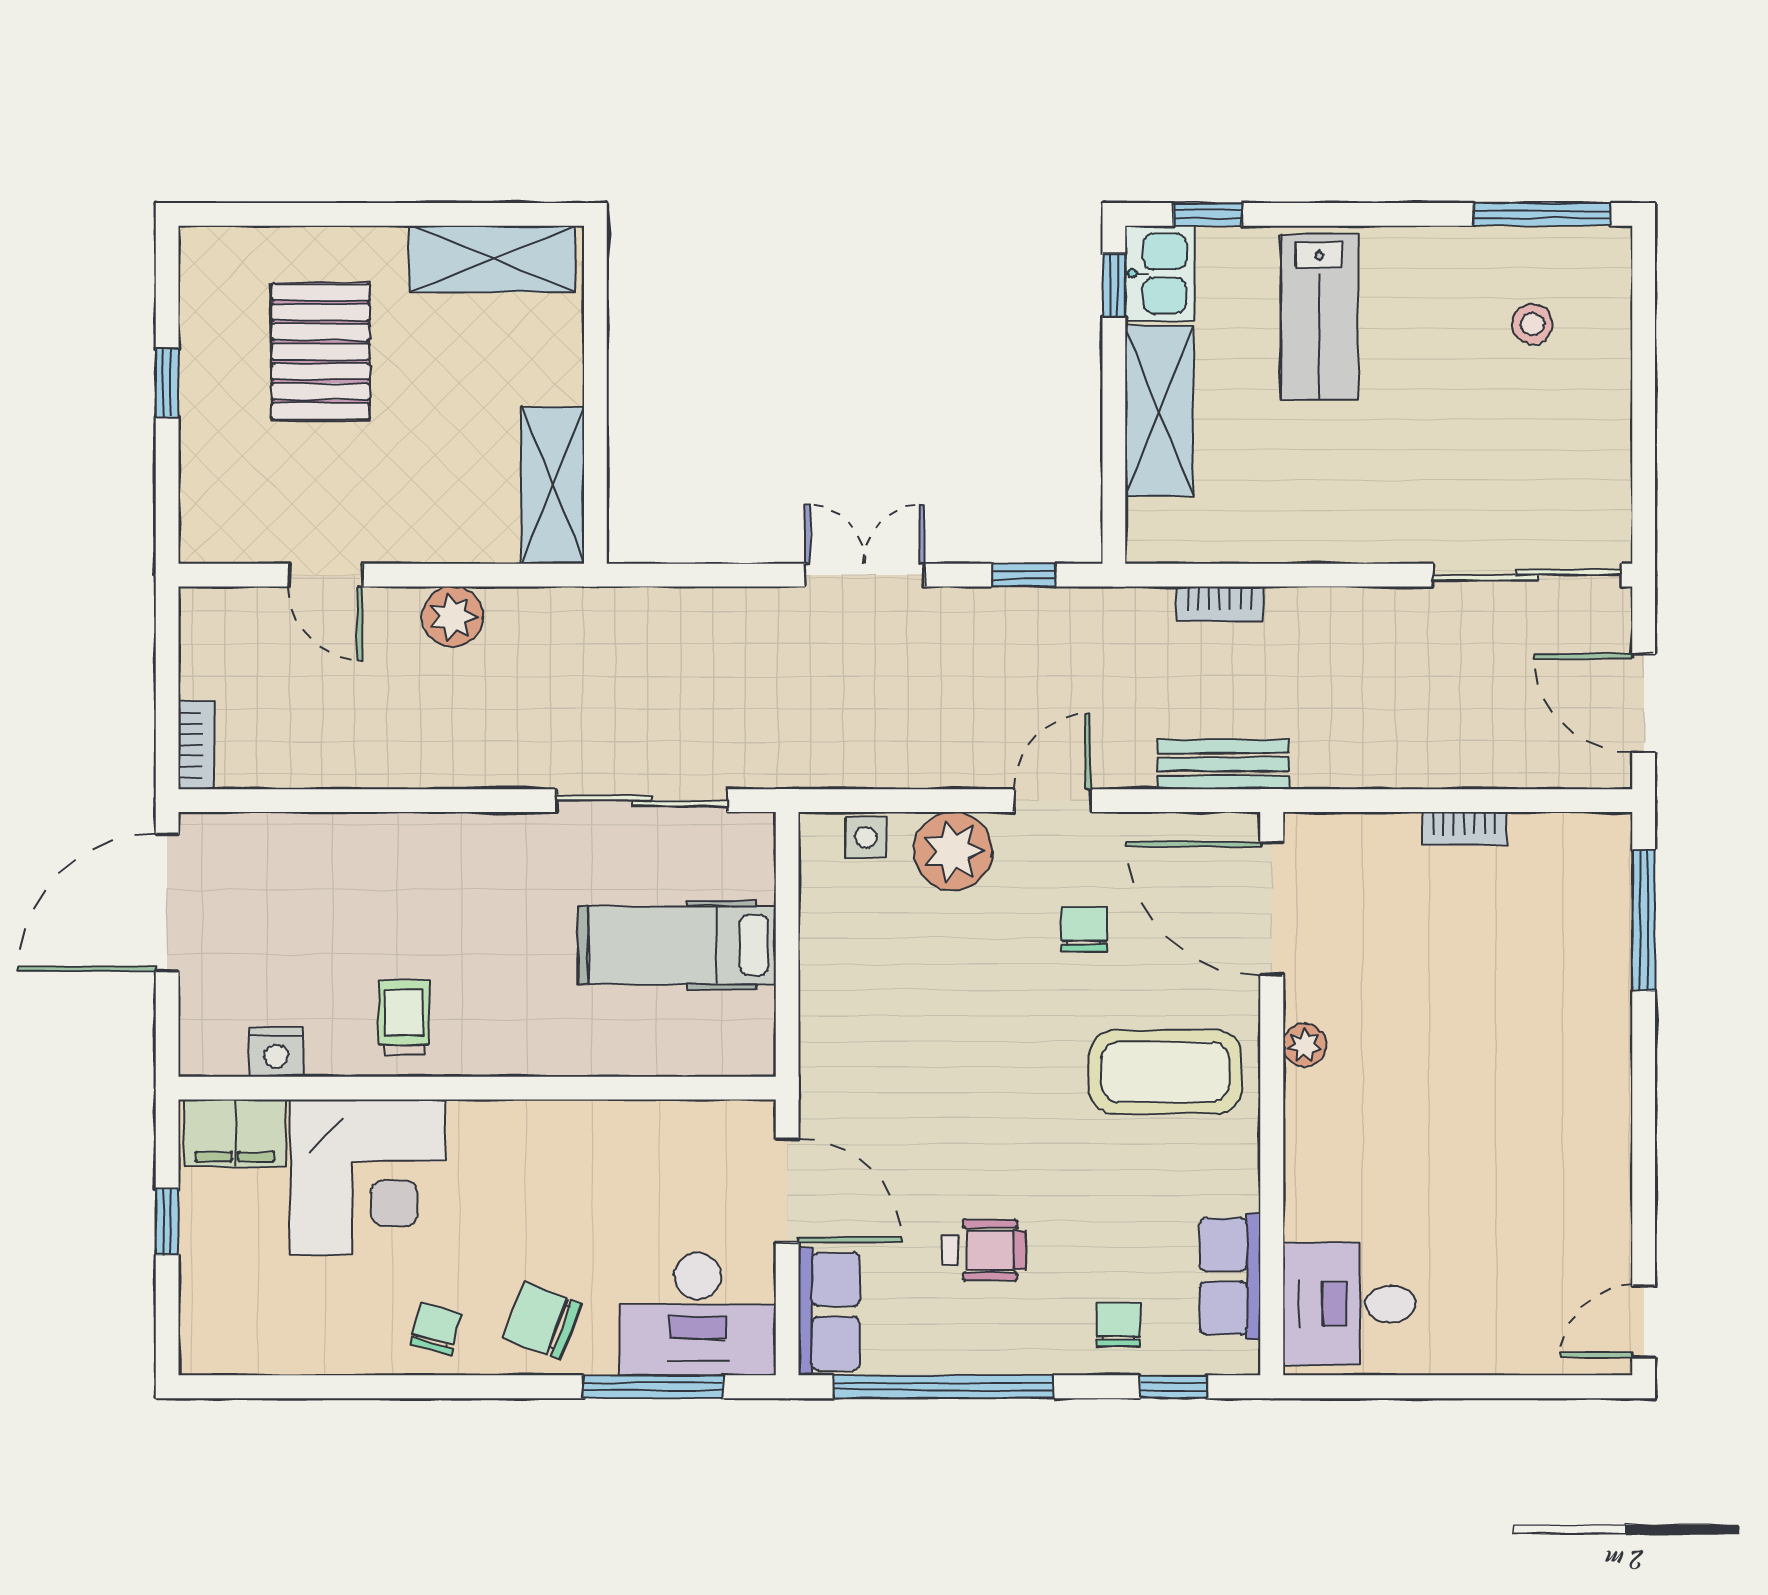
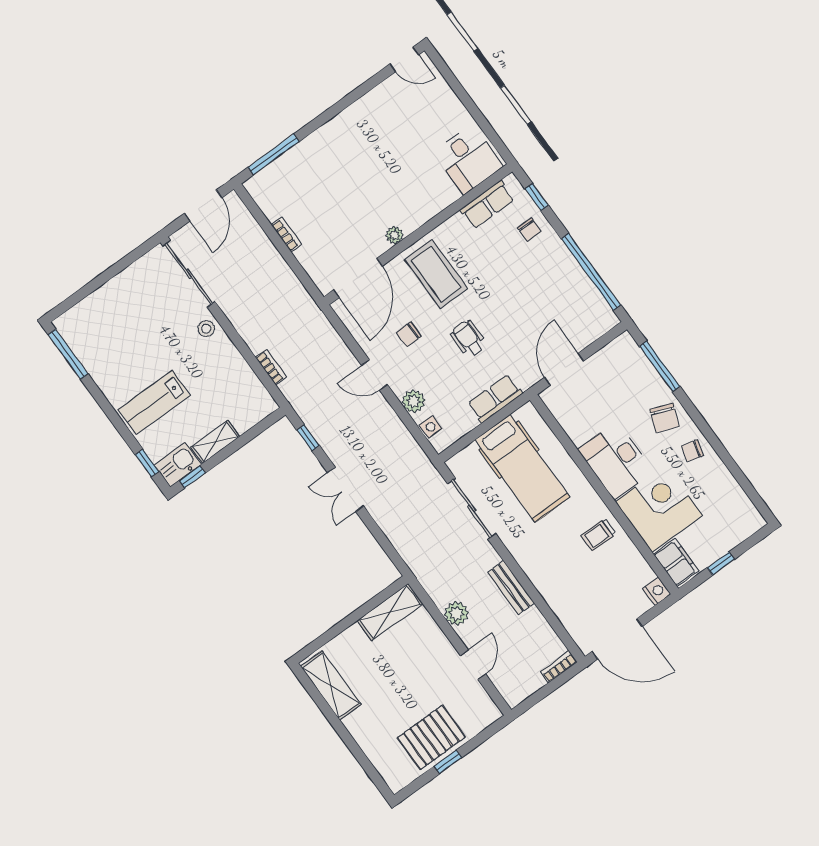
lab bench: (1319, 317) -> (154, 402), turned 180
stool: (1532, 324) -> (206, 329), moved
pallet: (321, 352) -> (431, 737), moved
shelving: (1159, 411) -> (215, 442), width x0.67, depth x0.75
bench: (1224, 764) -> (511, 588), moved
plant: (953, 851) -> (414, 401), width x0.73, depth x0.73
hospital bed: (677, 945) -> (522, 468), width x1.37, depth x1.29
nightstand: (276, 1052) -> (657, 591), moved
wheelchair: (983, 1250) -> (468, 339), moved
row of seats: (829, 1311) -> (495, 399), moved
desk: (698, 1314) -> (616, 460), moved, turned 180
chair: (1119, 1325) -> (529, 230), turned -90

